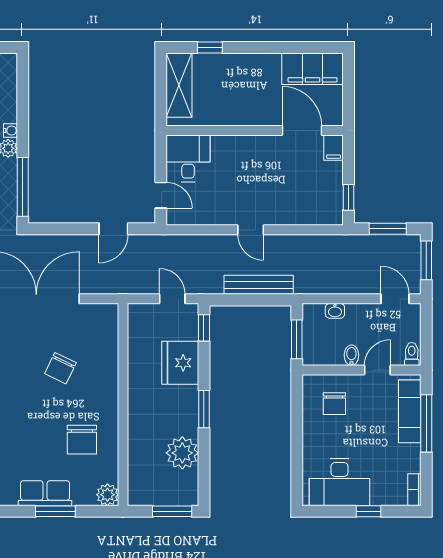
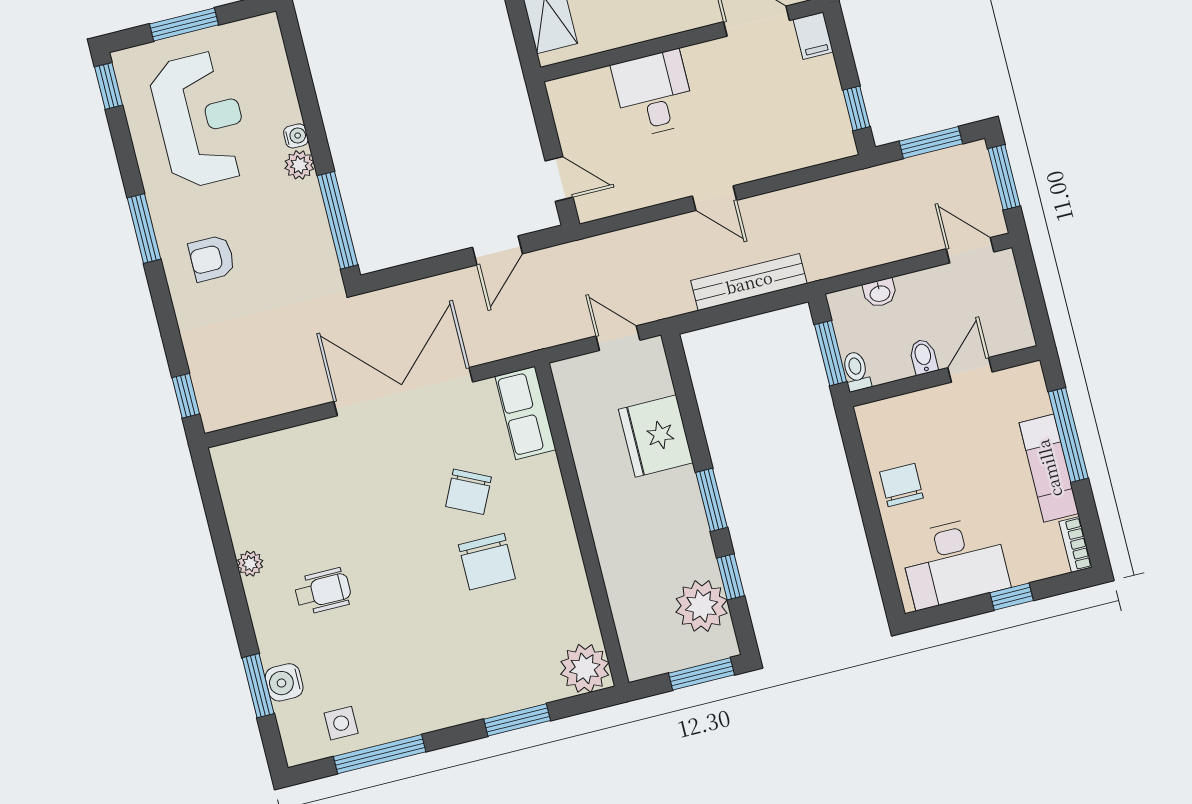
desk: (188, 158) -> (654, 94), moved
window: (204, 328) -> (731, 577), moved
toilet: (412, 354) -> (856, 371), moved
chair: (334, 404) -> (901, 485), moved, turned 180
exam couch: (410, 411) -> (1049, 468), moved
chair: (82, 440) -> (487, 562), moved
plant: (182, 453) -> (702, 606), moved
row of seats: (45, 493) -> (525, 413), moved, turned -90
plant: (107, 495) -> (585, 668), width x1.36, depth x1.36

